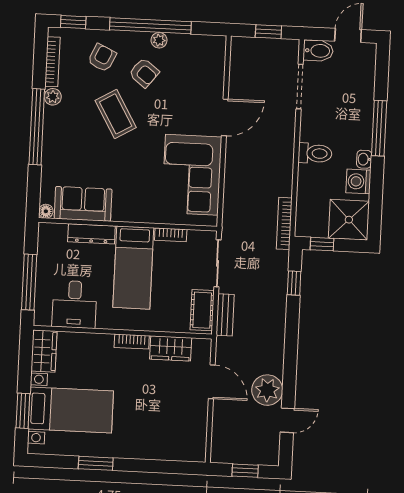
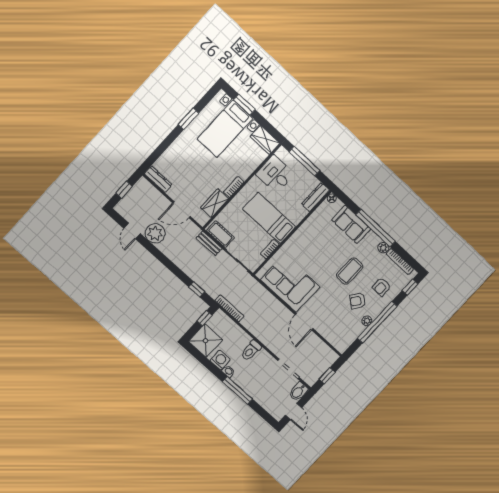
armchair: (102, 58) -> (382, 287), turned 65
coffee table: (116, 114) -> (350, 271), turned -60
sofa: (83, 204) -> (351, 224), moved, turned 90
dresser: (91, 234) -> (315, 197), moved
dresser: (198, 440) -> (158, 179), added

